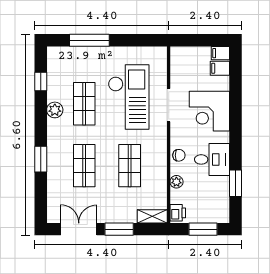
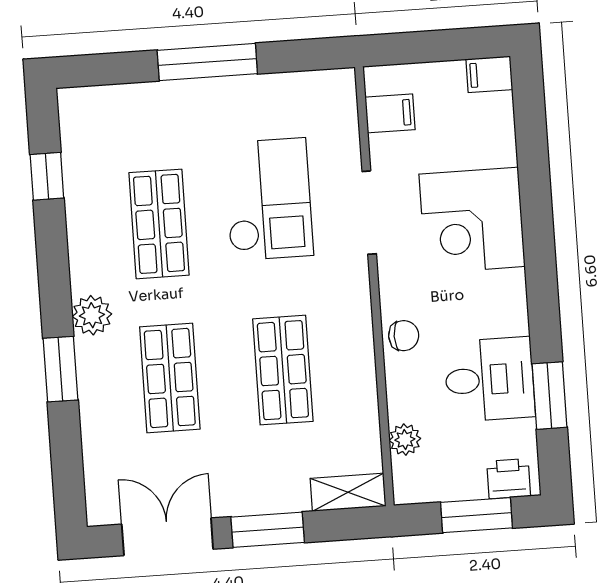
window: (89, 40) -> (207, 62), moved
filing cabinet: (220, 68) -> (390, 113), moved, turned 180
checkout: (129, 97) -> (268, 199), width x0.73, depth x0.83
plant: (55, 110) -> (92, 315), moved
desk: (212, 159) -> (489, 380), moved
plant: (176, 182) -> (405, 440), moved
printer: (178, 213) -> (509, 479), moved, turned -90

